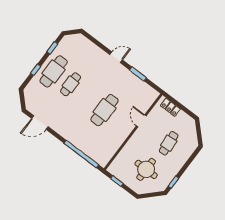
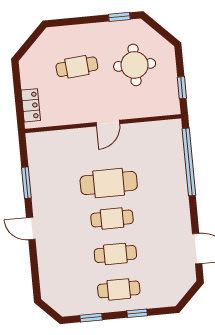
cafe table: (54, 71) -> (119, 289), width x0.73, depth x0.74
cafe table: (88, 97) -> (112, 218), added
door: (141, 121) -> (108, 123), moved

